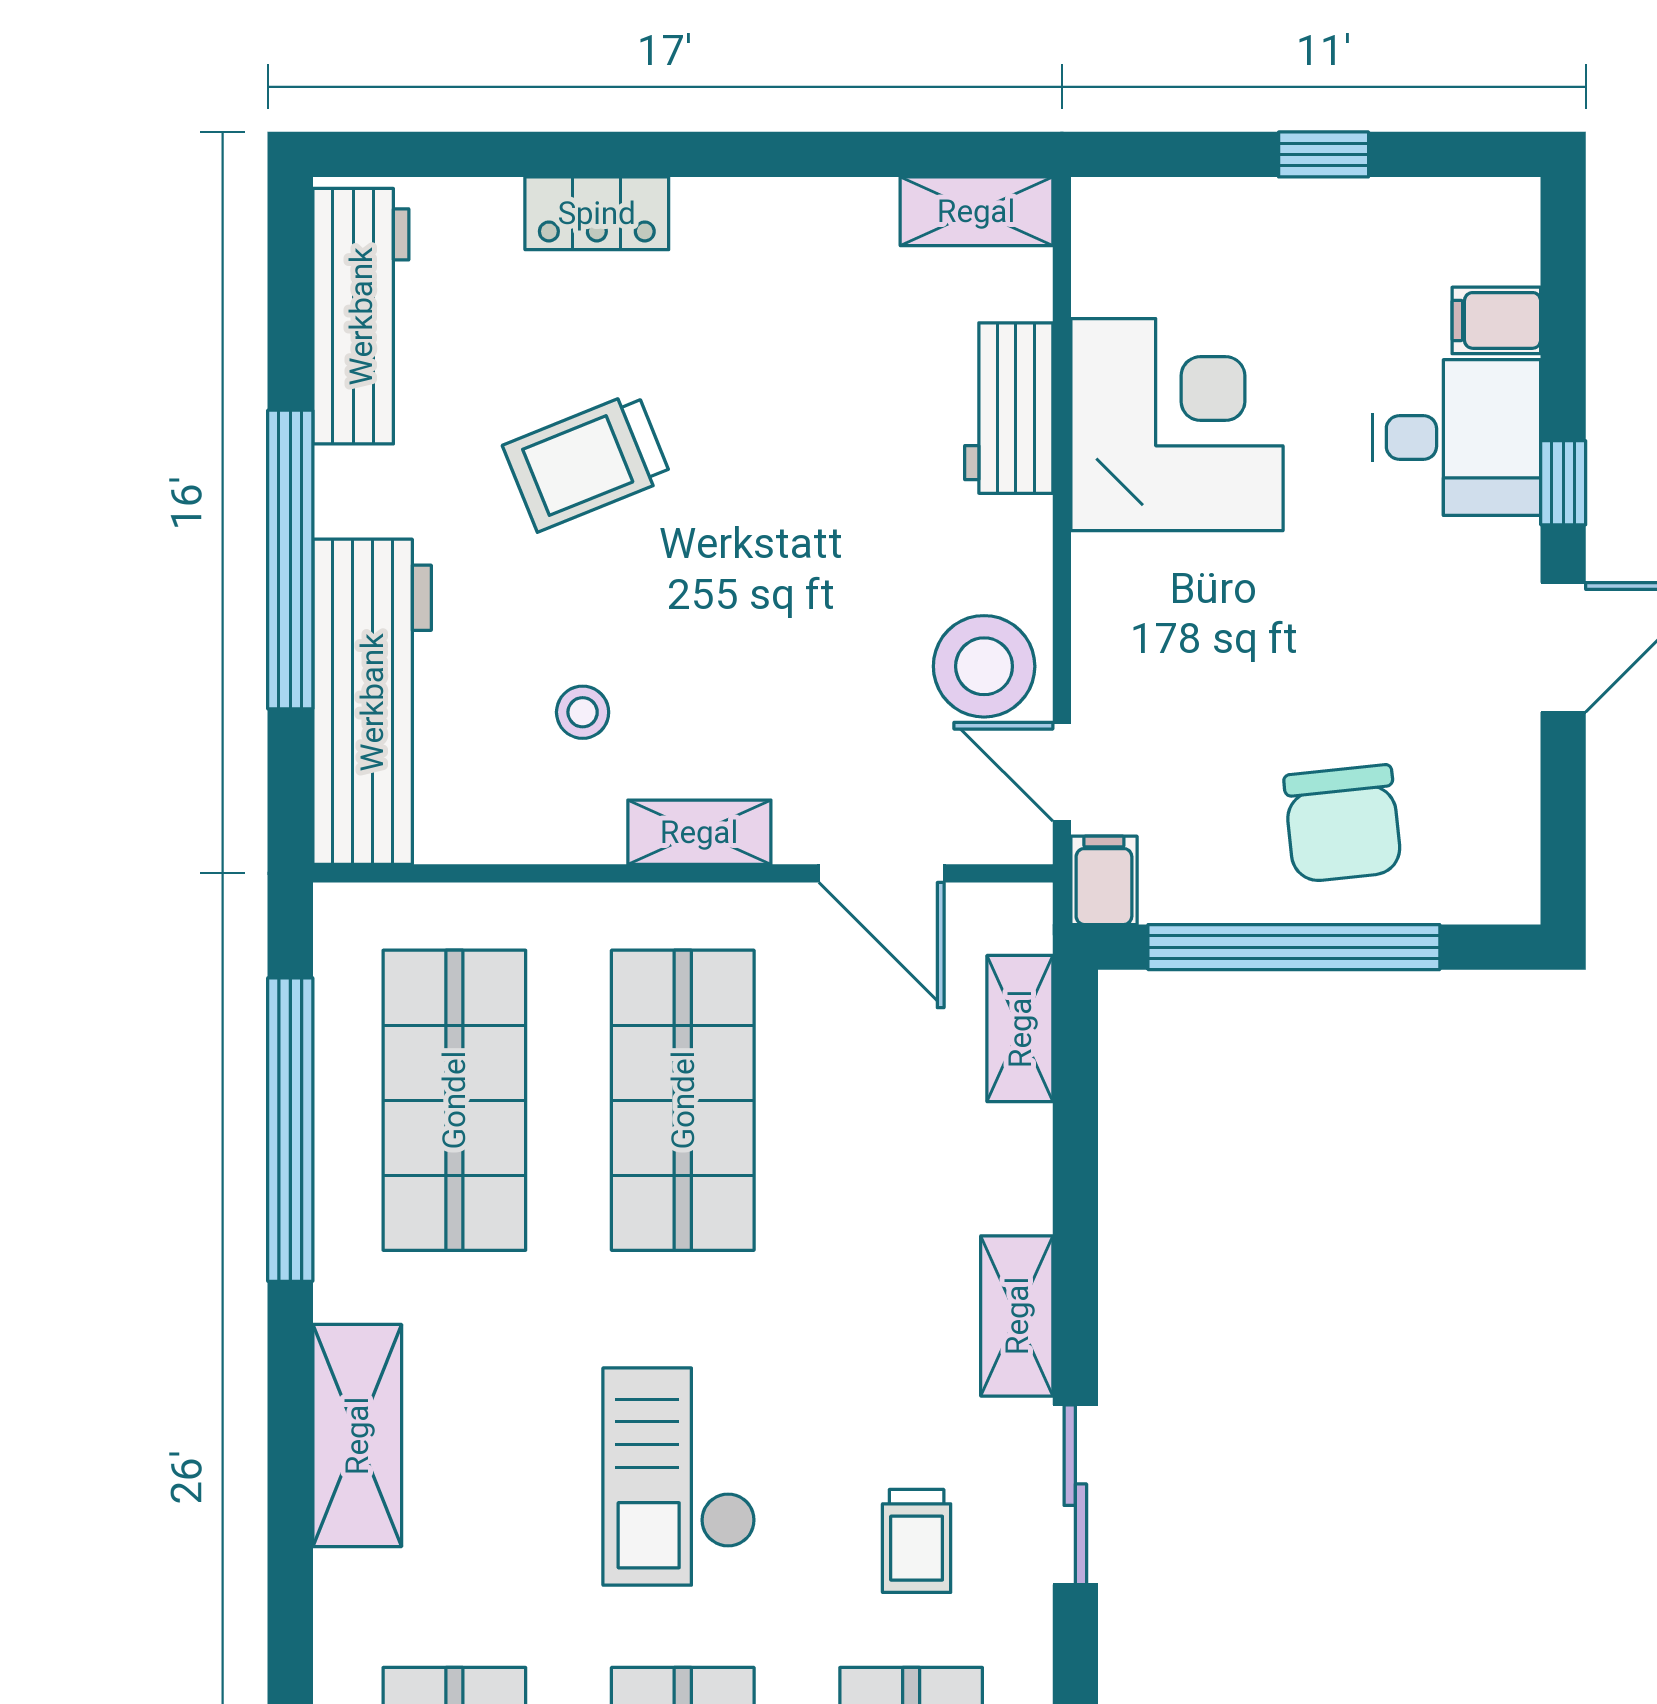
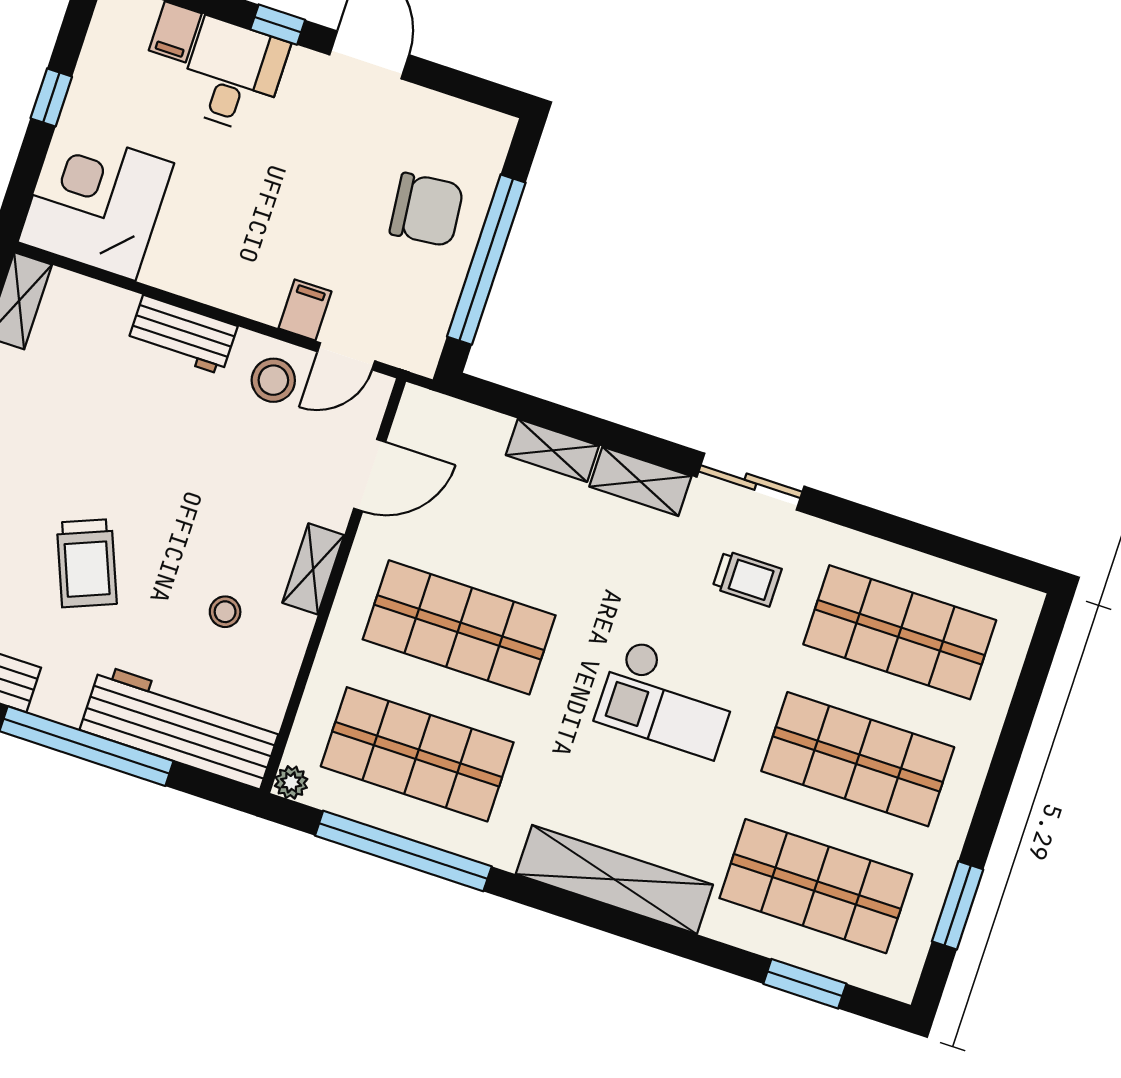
workbench: (1009, 408) -> (182, 335), moved
corner desk: (1177, 425) -> (96, 203), moved
stool: (984, 666) -> (273, 380), width x0.73, depth x0.73
filing cabinet: (1104, 880) -> (305, 310), moved, turned 90
plant: (341, 911) -> (291, 782), added
shelving: (1020, 1029) -> (552, 450), moved
shelving: (357, 1436) -> (614, 879), width x1.47

